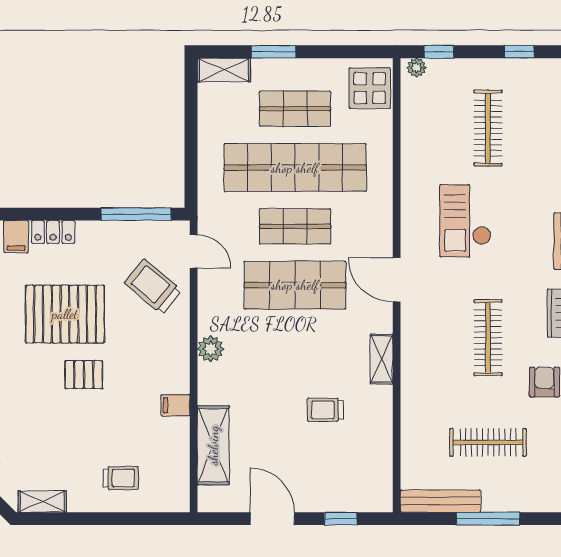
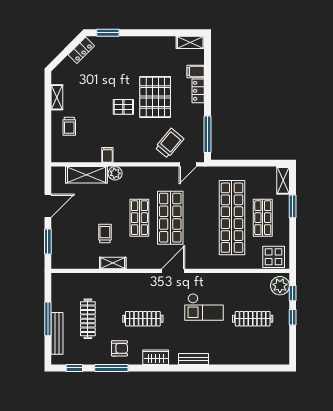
window: (519, 52) -> (293, 317), moved
plant: (417, 68) -> (280, 286), width x1.87, depth x1.87
checkout: (465, 221) -> (204, 307), turned 180
shop shelf: (295, 226) -> (139, 218), moved
plant: (211, 349) -> (115, 173), moved
shelving: (382, 359) -> (113, 263), moved
pallet: (84, 375) -> (123, 107), turned 90
bench: (440, 501) -> (57, 333), moved
shelving: (42, 502) -> (57, 97), moved
window: (341, 519) -> (48, 242), width x1.50

